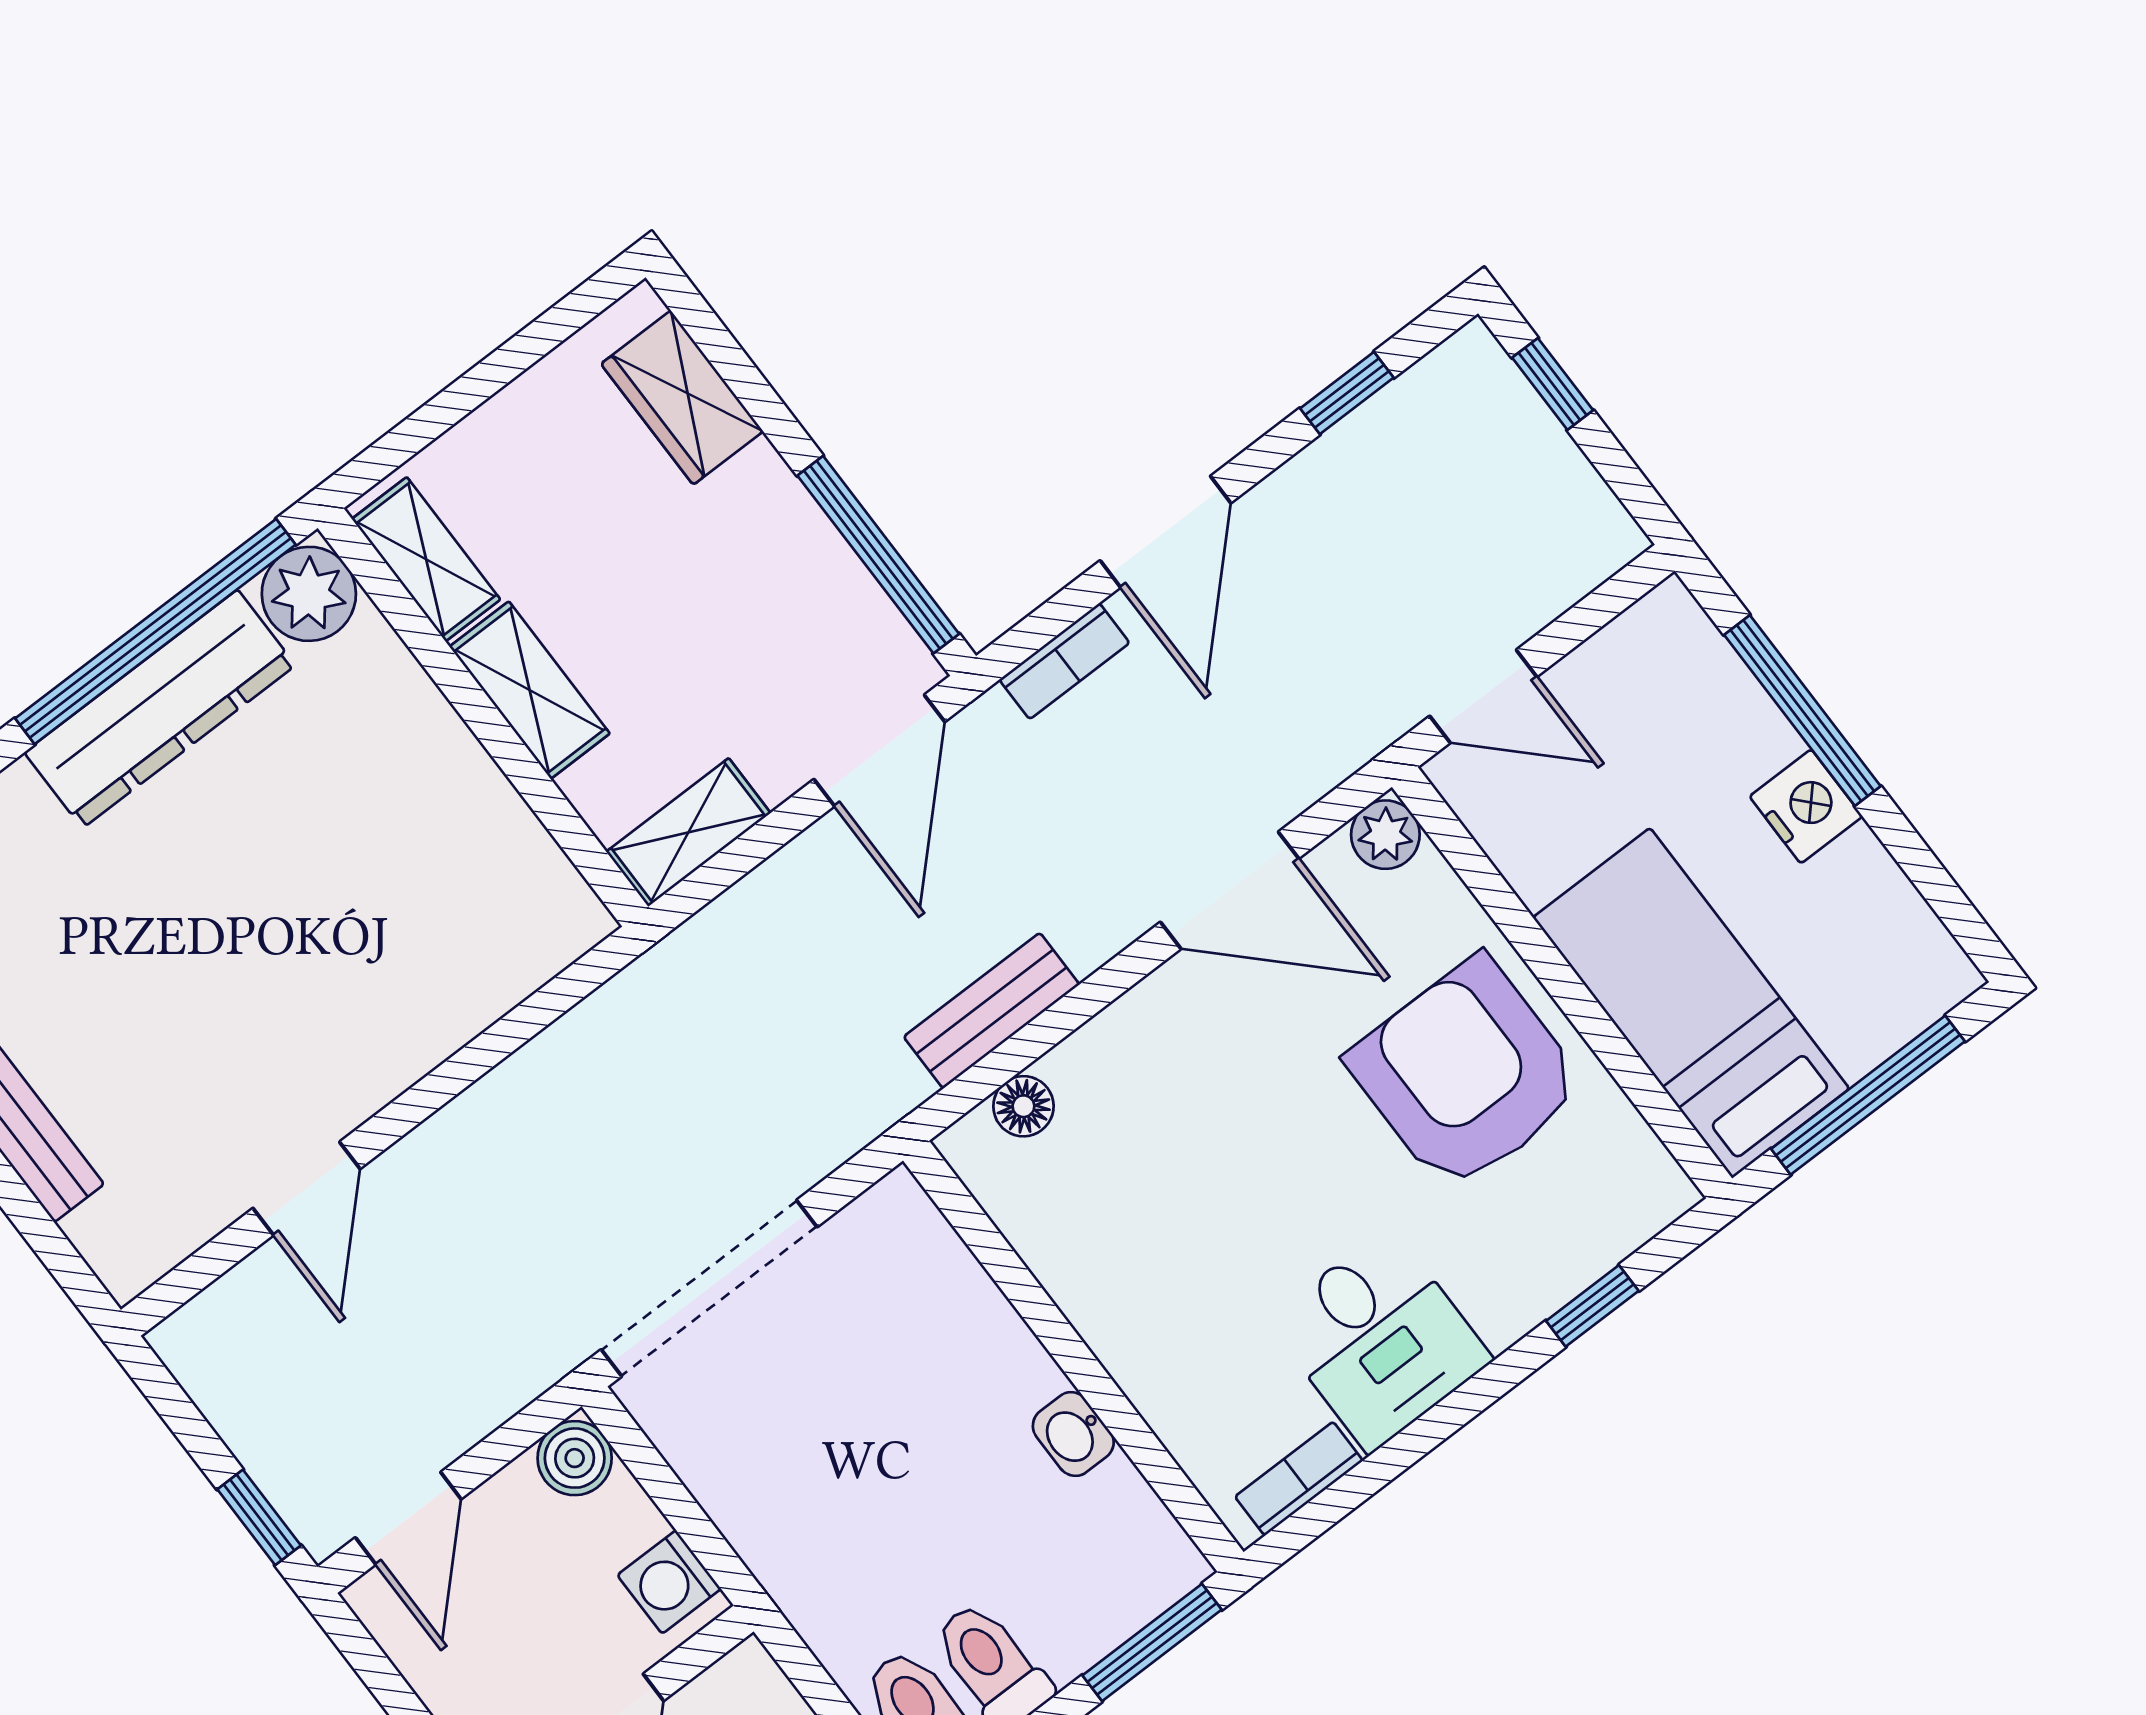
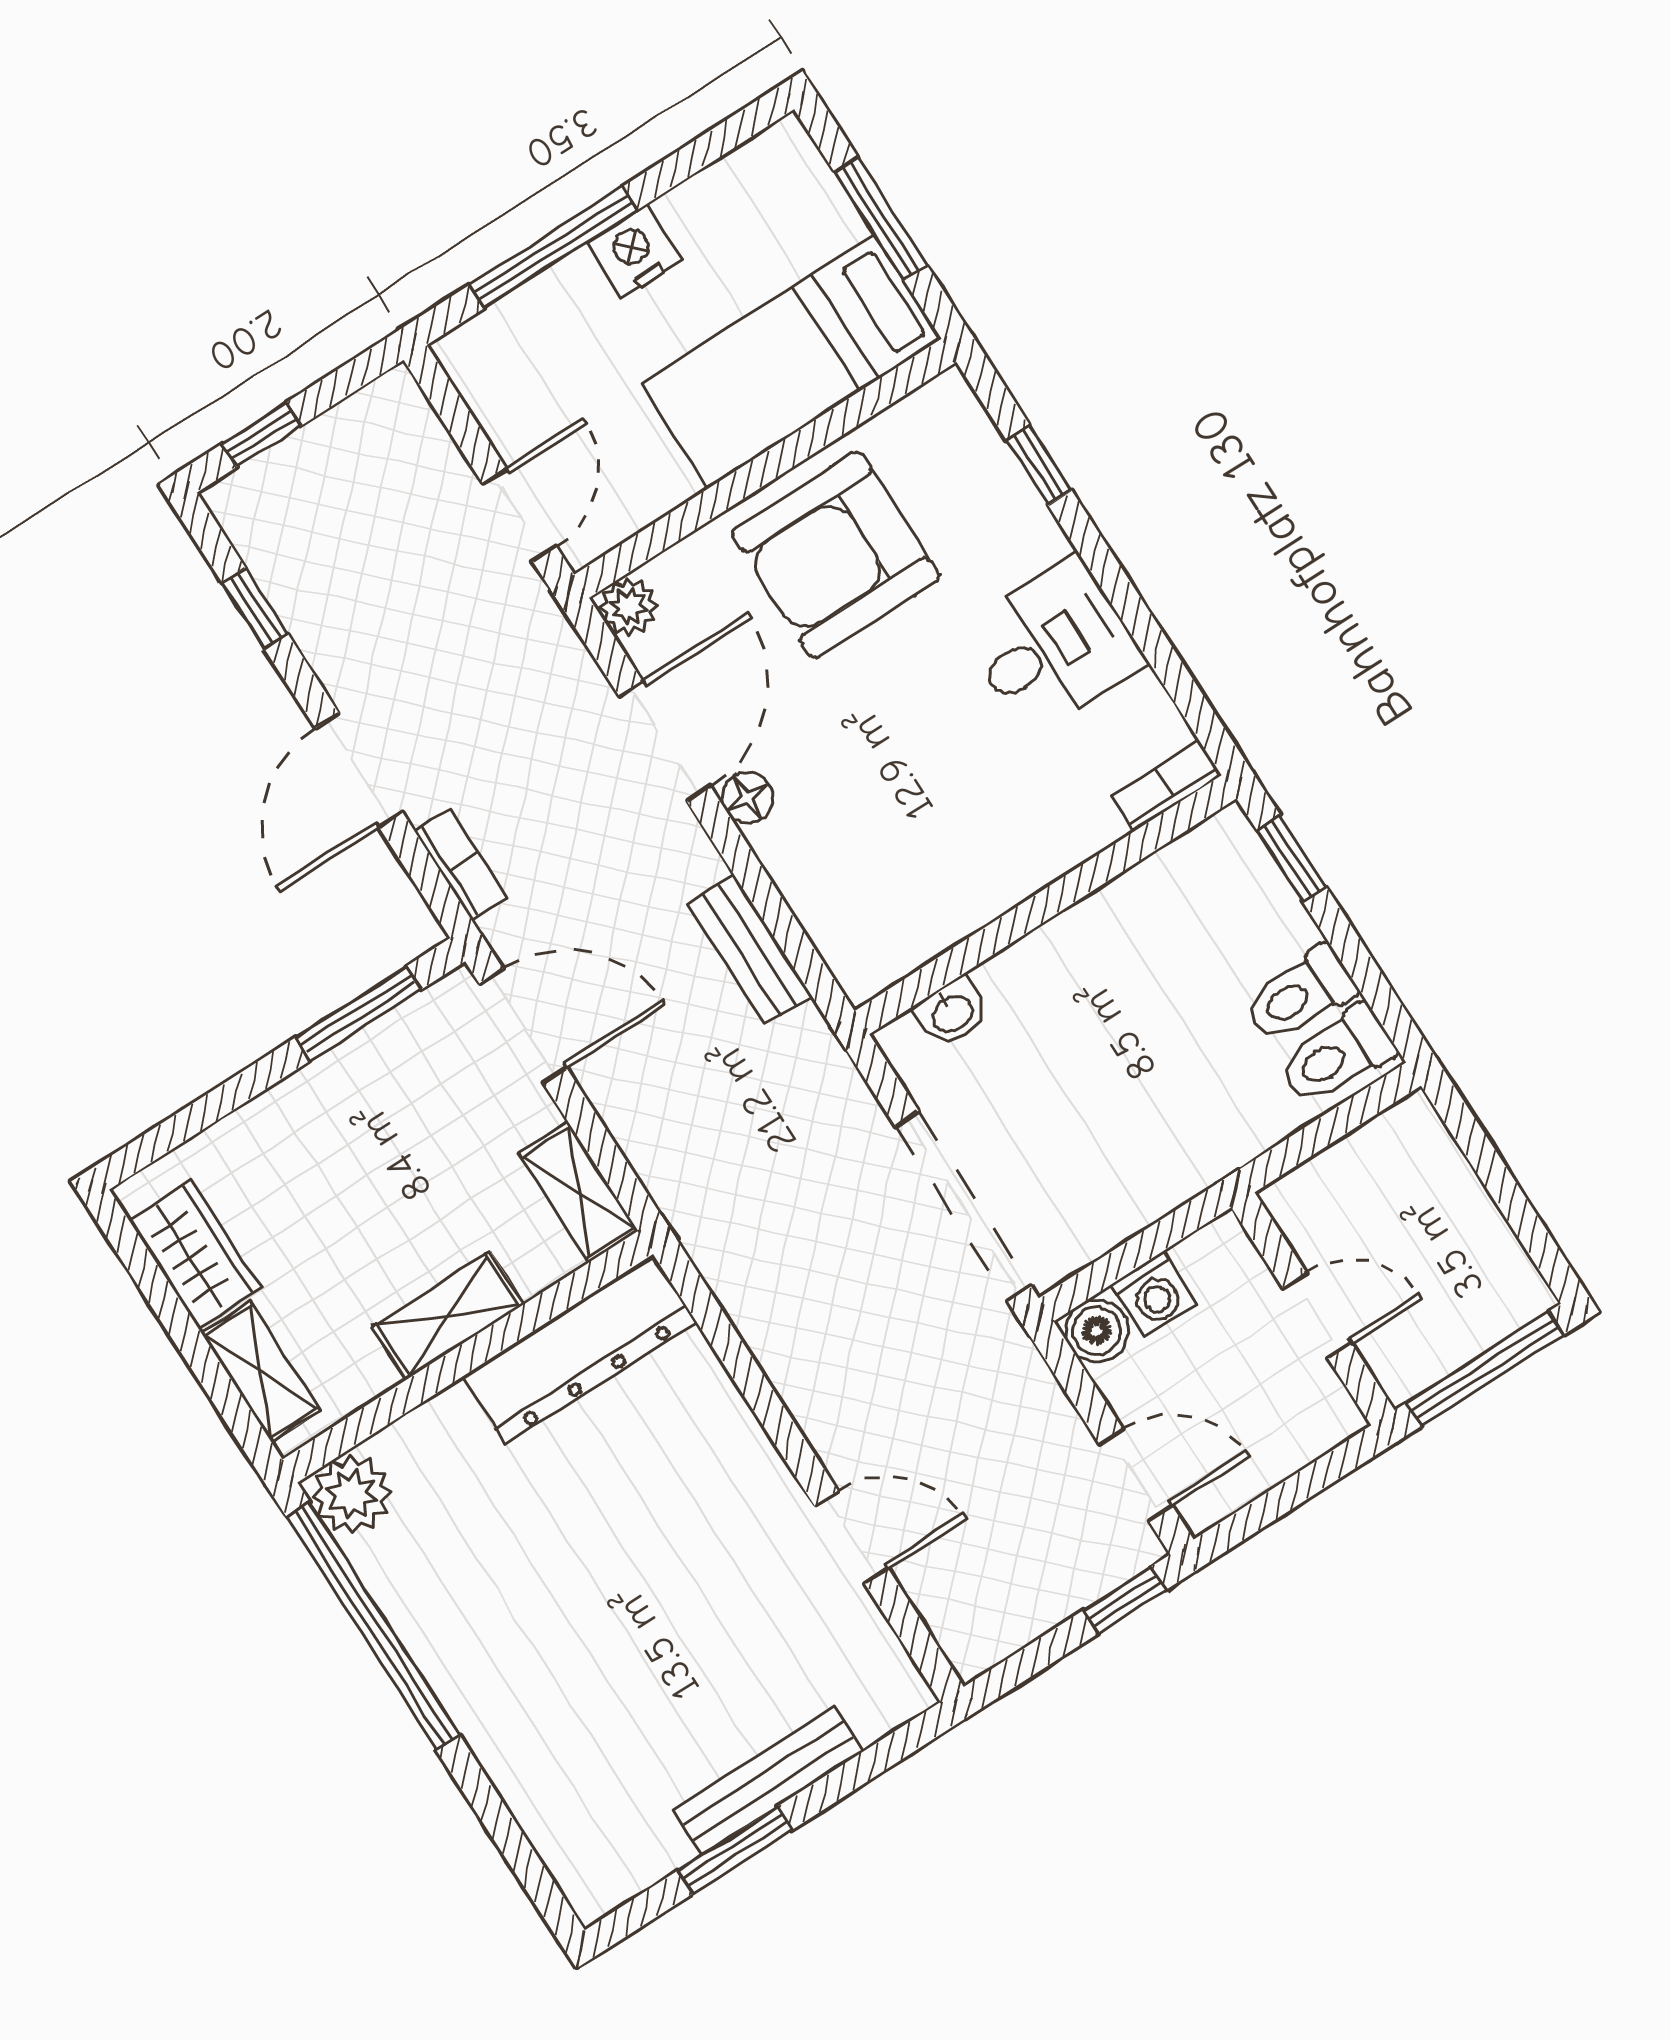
wardrobe: (682, 398) -> (195, 1254), moved, turned -90
door: (1166, 532) -> (359, 770), swing flipped
window: (878, 555) -> (358, 1013), width x0.69
shelving: (426, 559) -> (261, 1372), moved, turned 90
dresser: (160, 709) -> (580, 1349), moved, turned 90
window: (1868, 1095) -> (881, 219), width x0.69
floor lamp: (1023, 1106) -> (747, 798), moved
washbasin: (1073, 1434) -> (951, 1012), moved
bookcase: (1299, 1479) -> (1167, 786), moved, turned 90
washing machine: (669, 1582) -> (1154, 1294), moved
window: (1152, 1642) -> (1291, 858), width x0.67

